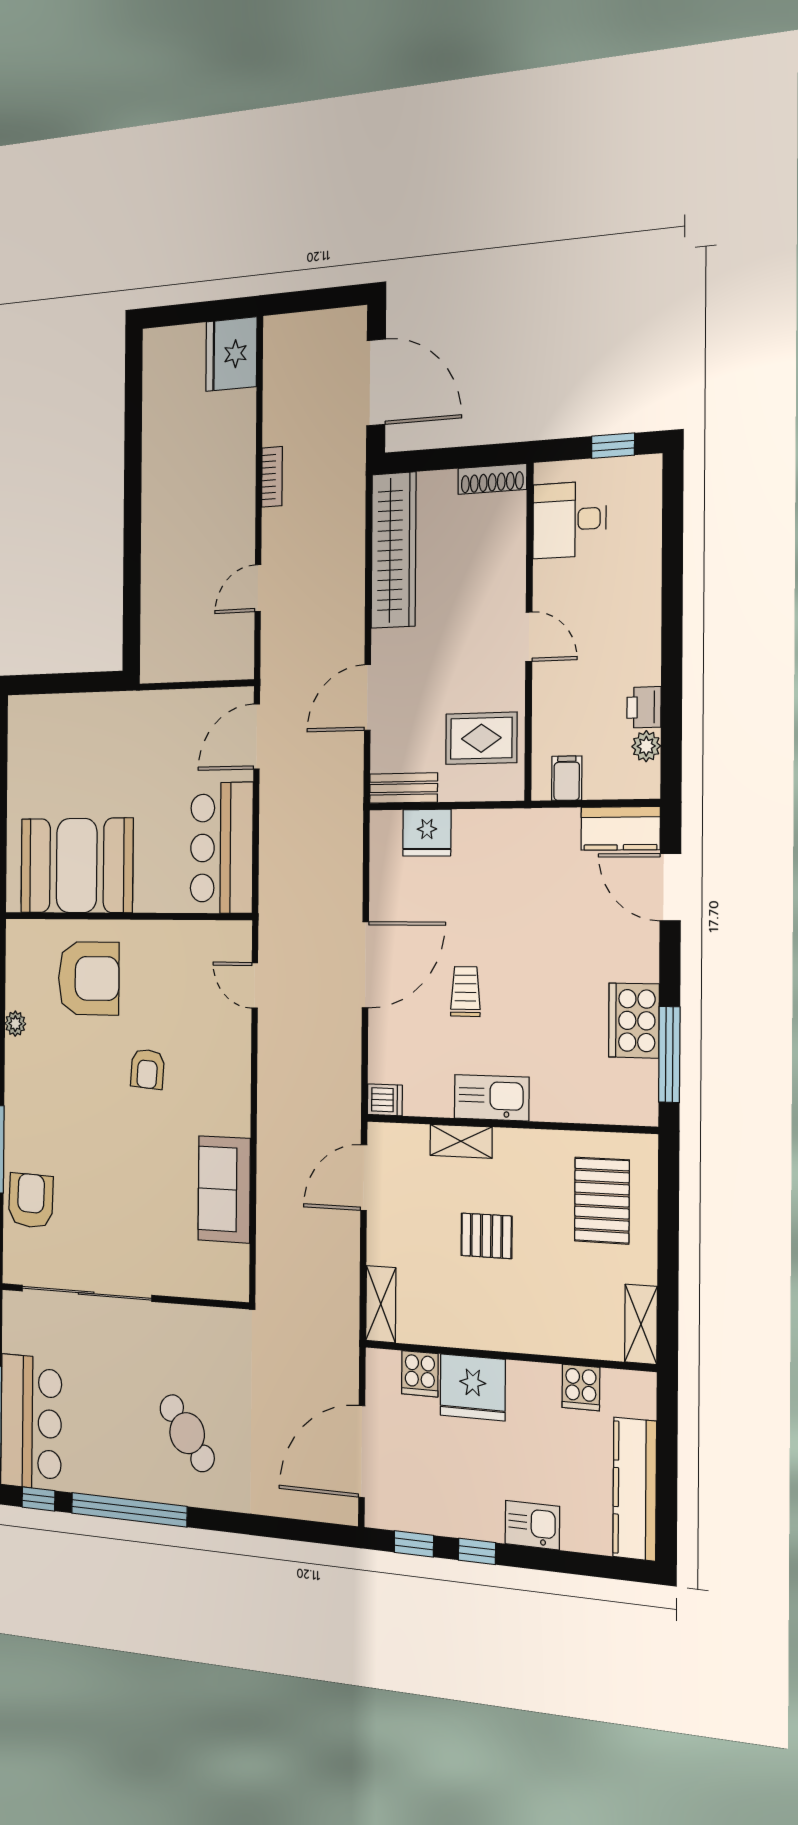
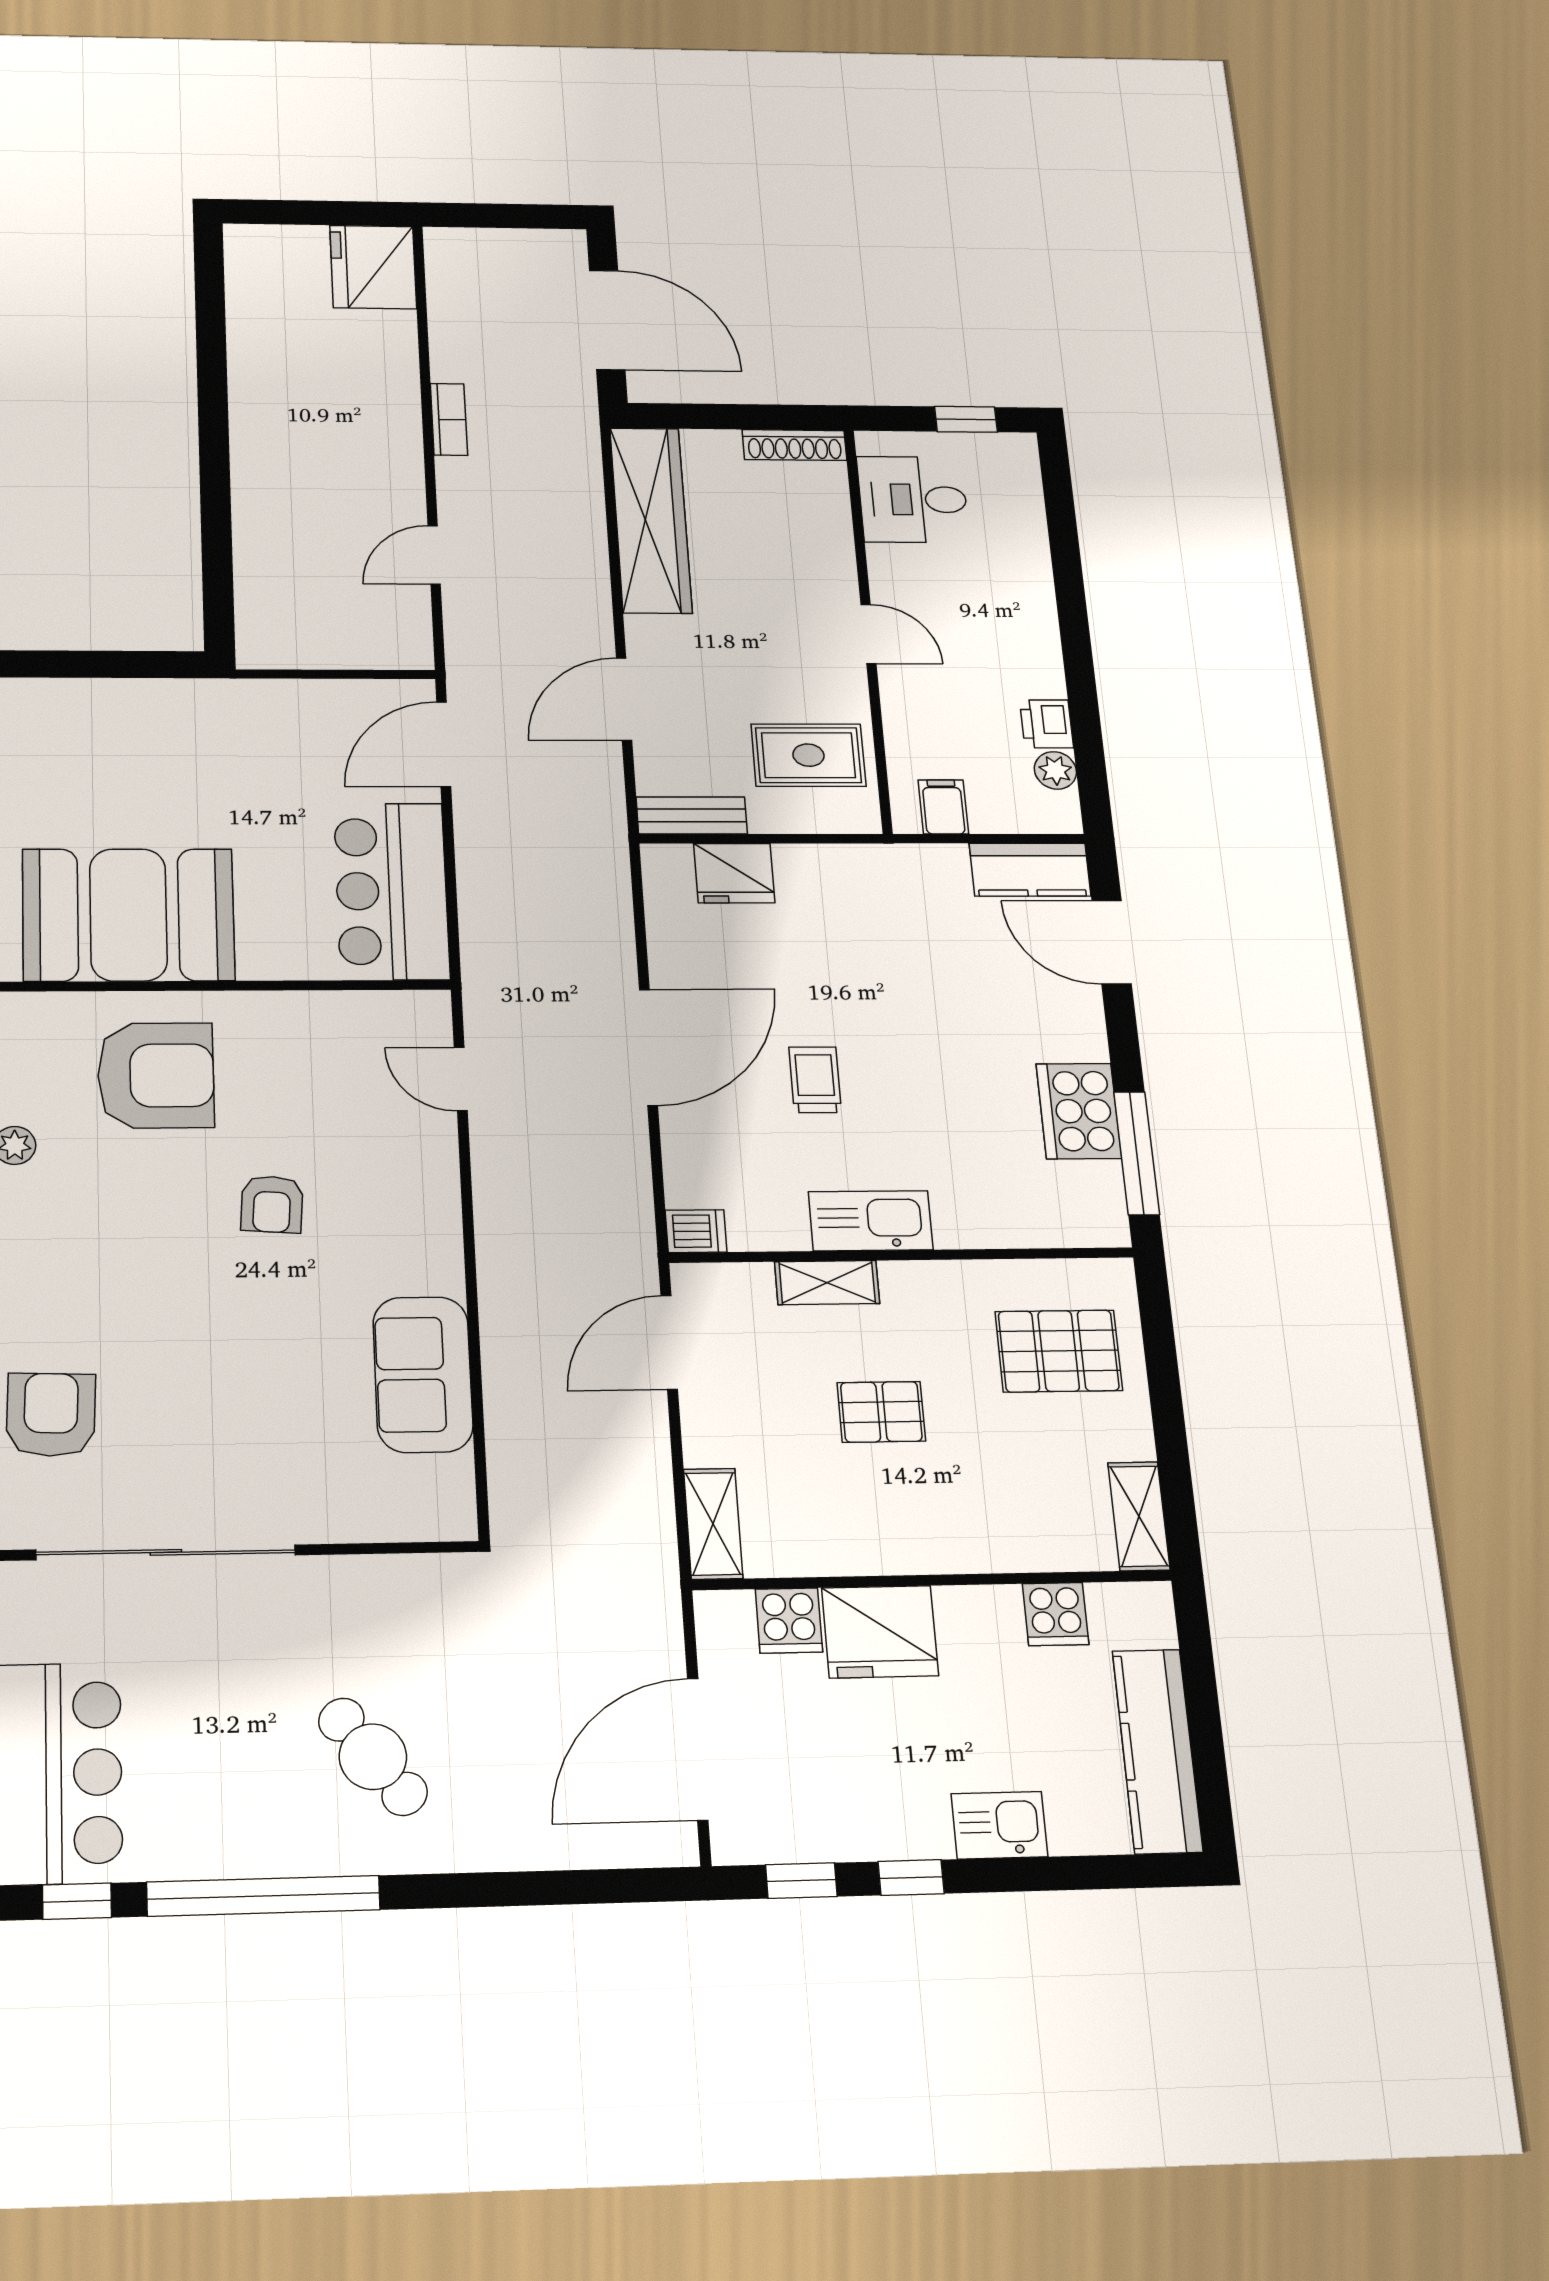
pallet: (602, 1201) -> (1059, 1351), turned 90

